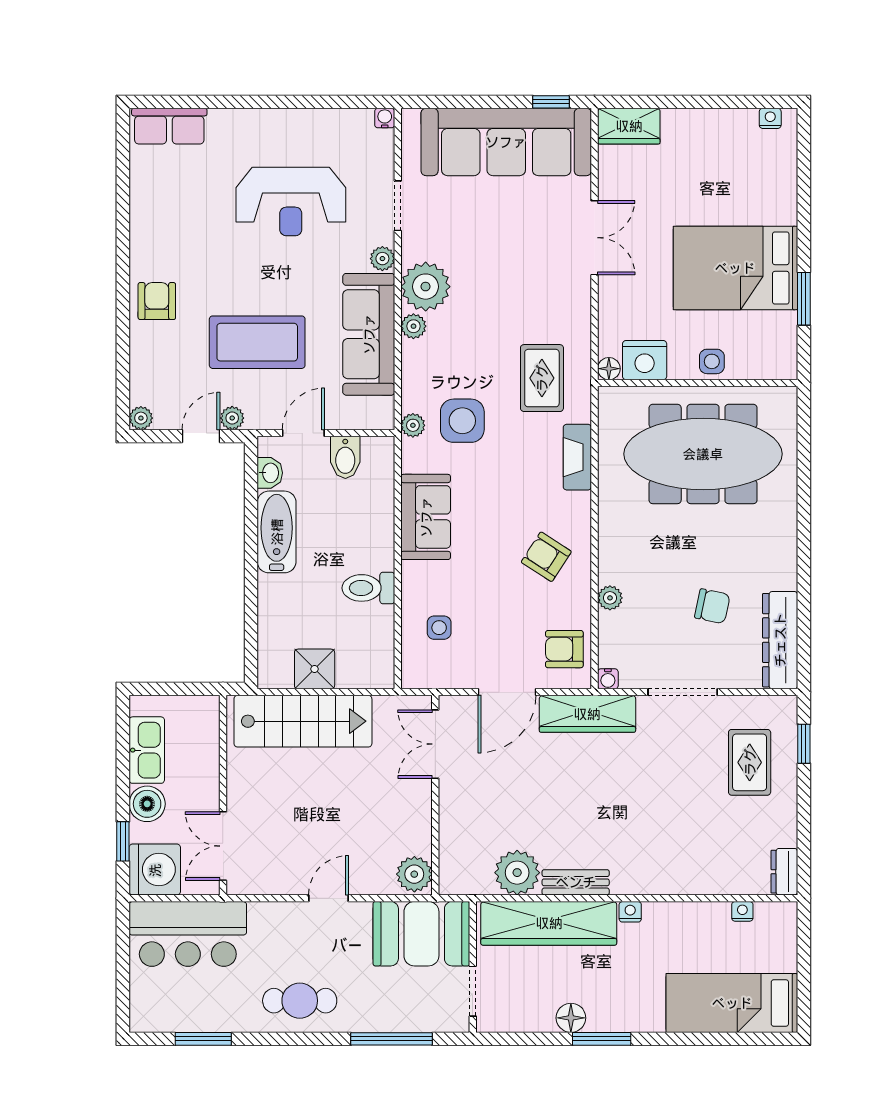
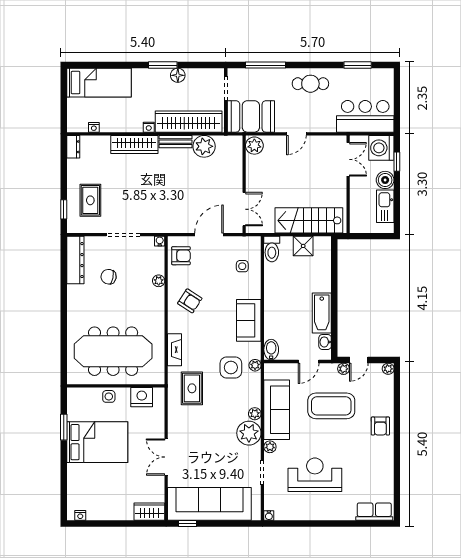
floor lamp: (609, 369) -> (159, 393), removed
bidet: (345, 457) -> (271, 350), moved
toilet: (368, 588) -> (272, 249), moved, turned 90
wardrobe: (587, 714) -> (134, 144), moved, turned 180

